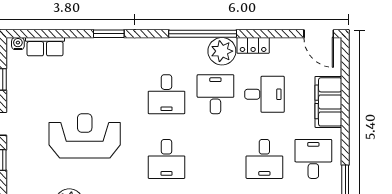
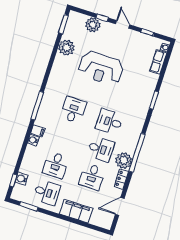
door: (319, 34) -> (120, 206), moved
reception desk: (85, 136) -> (101, 68), turned 90
desk: (166, 159) -> (73, 110), turned 90
desk: (264, 159) -> (56, 165), turned -90
plant: (19, 171) -> (93, 25), added

